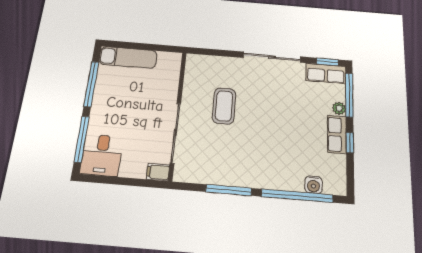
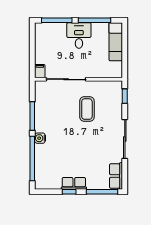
window: (327, 62) -> (125, 96), moved
coffee table: (224, 106) -> (87, 109), turned 90
plant: (339, 108) -> (92, 185), removed
desk: (102, 155) -> (79, 35), moved, turned 90
water cooler: (313, 185) -> (40, 138), moved

